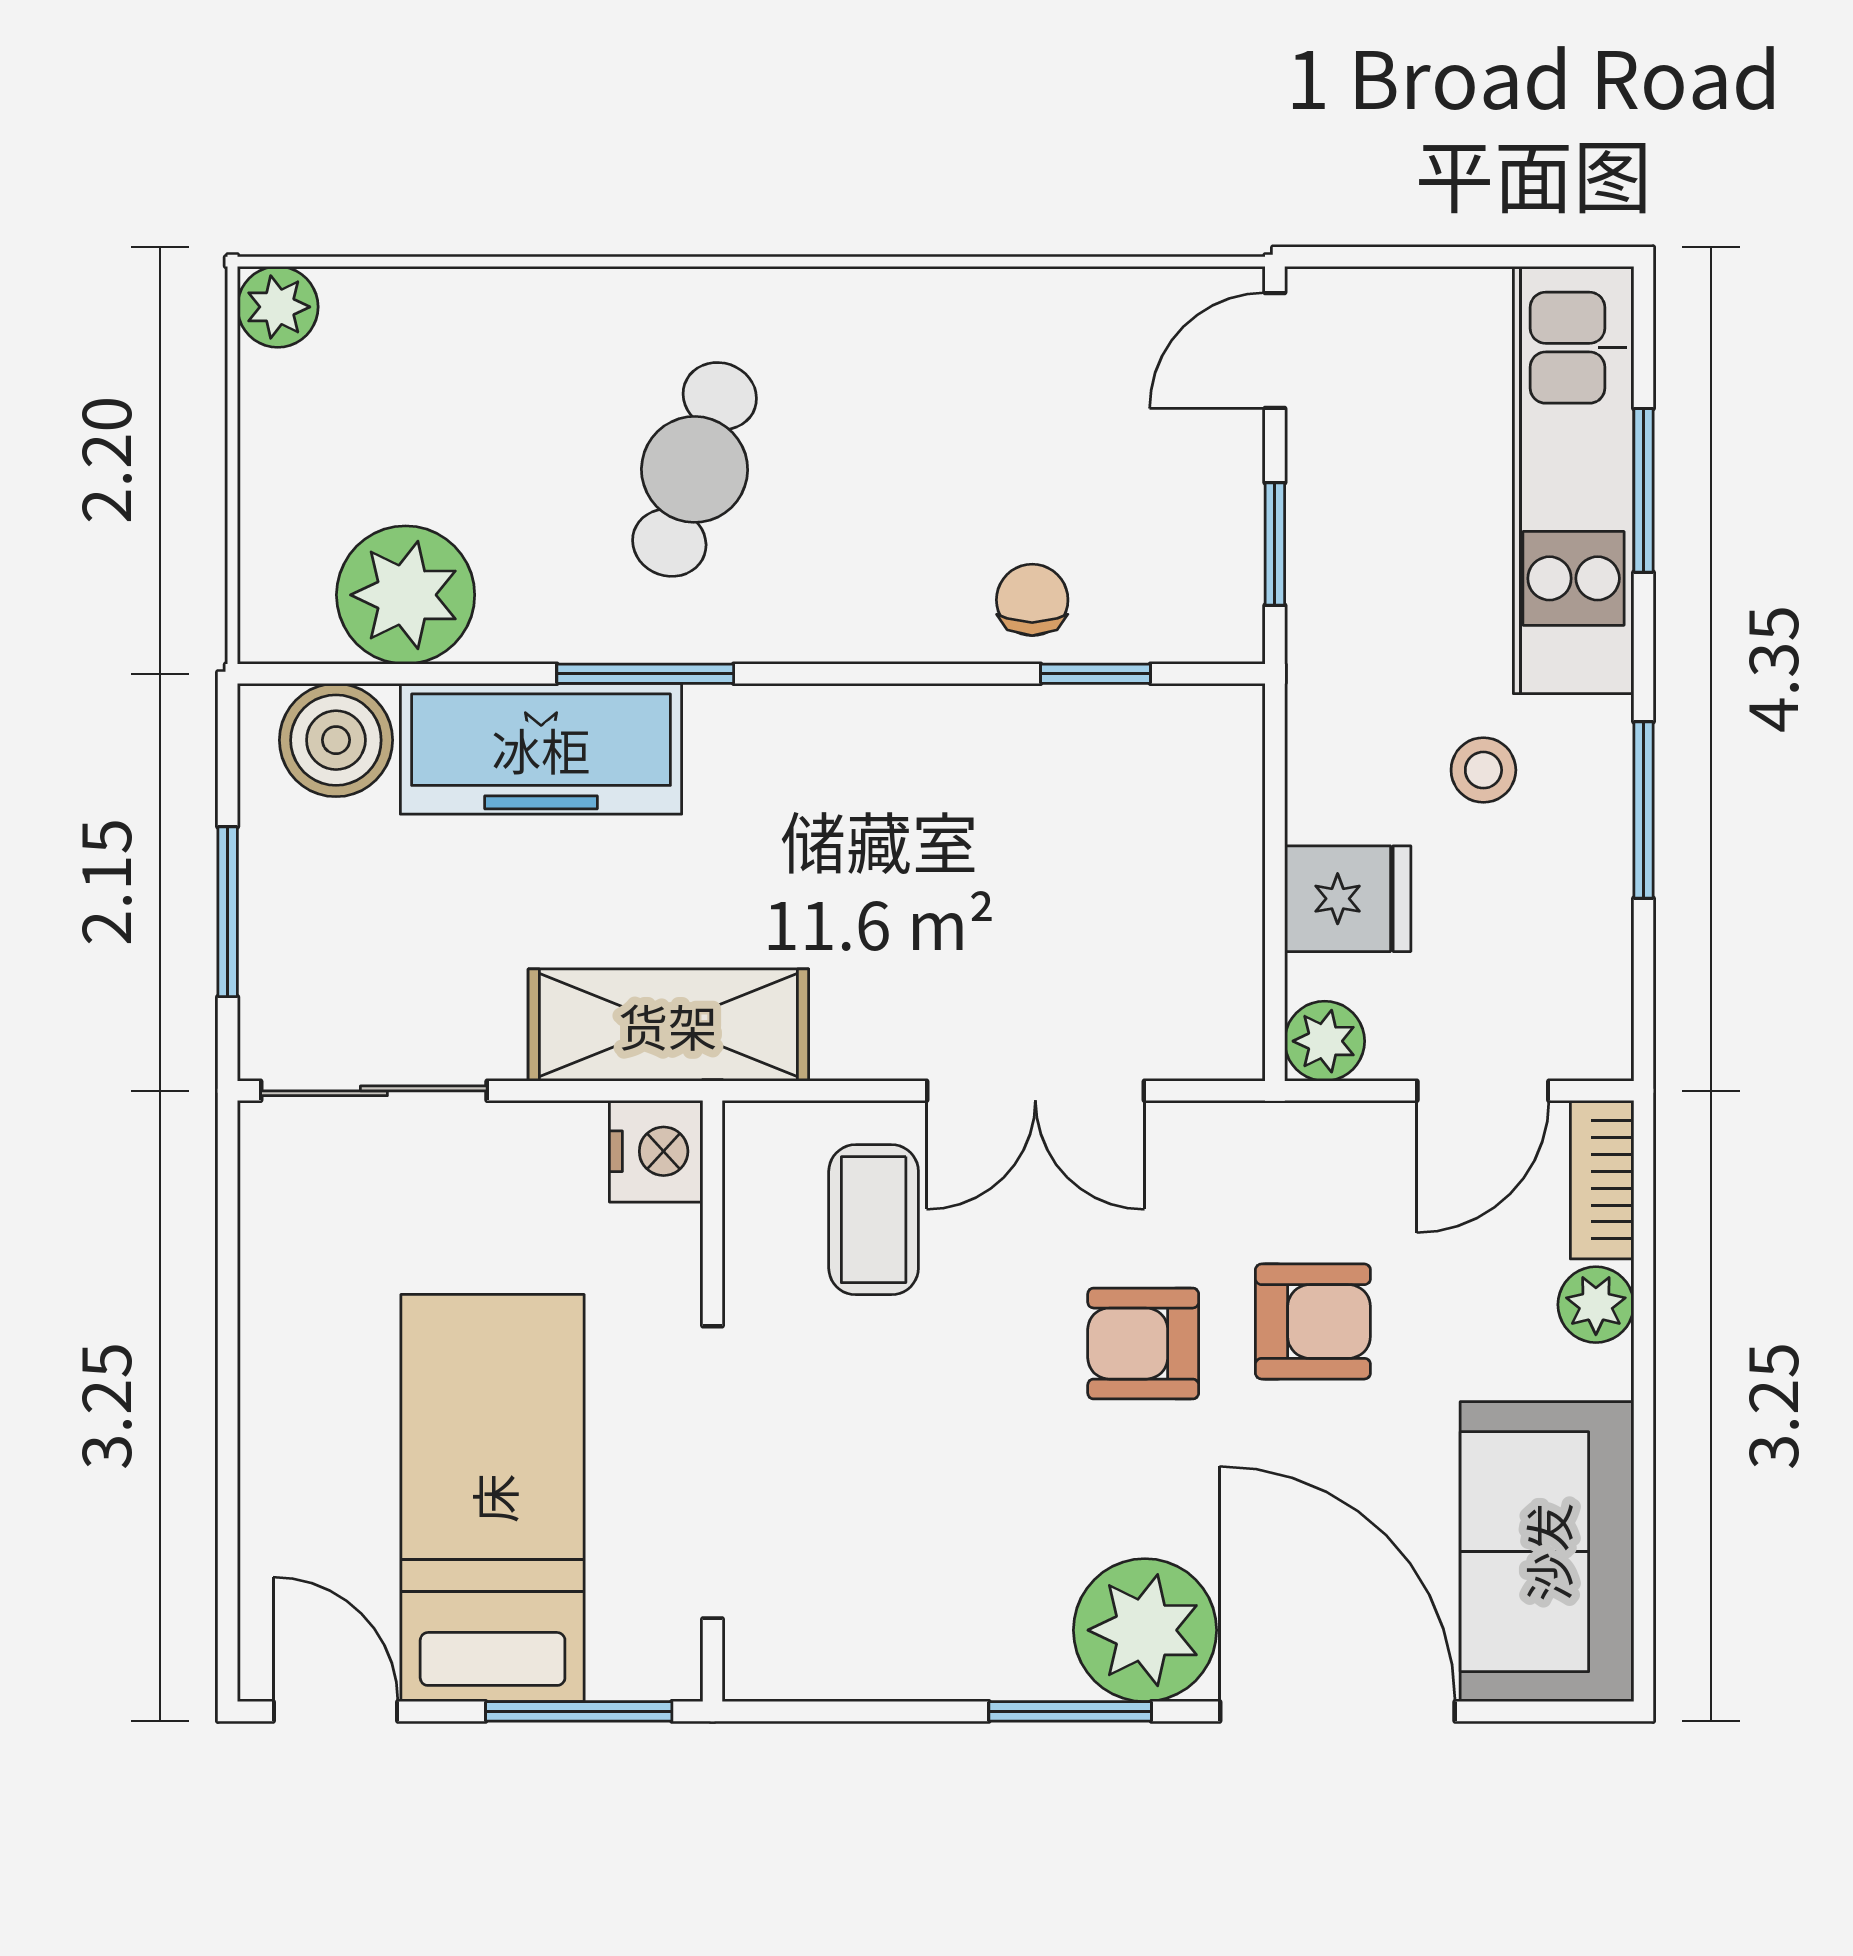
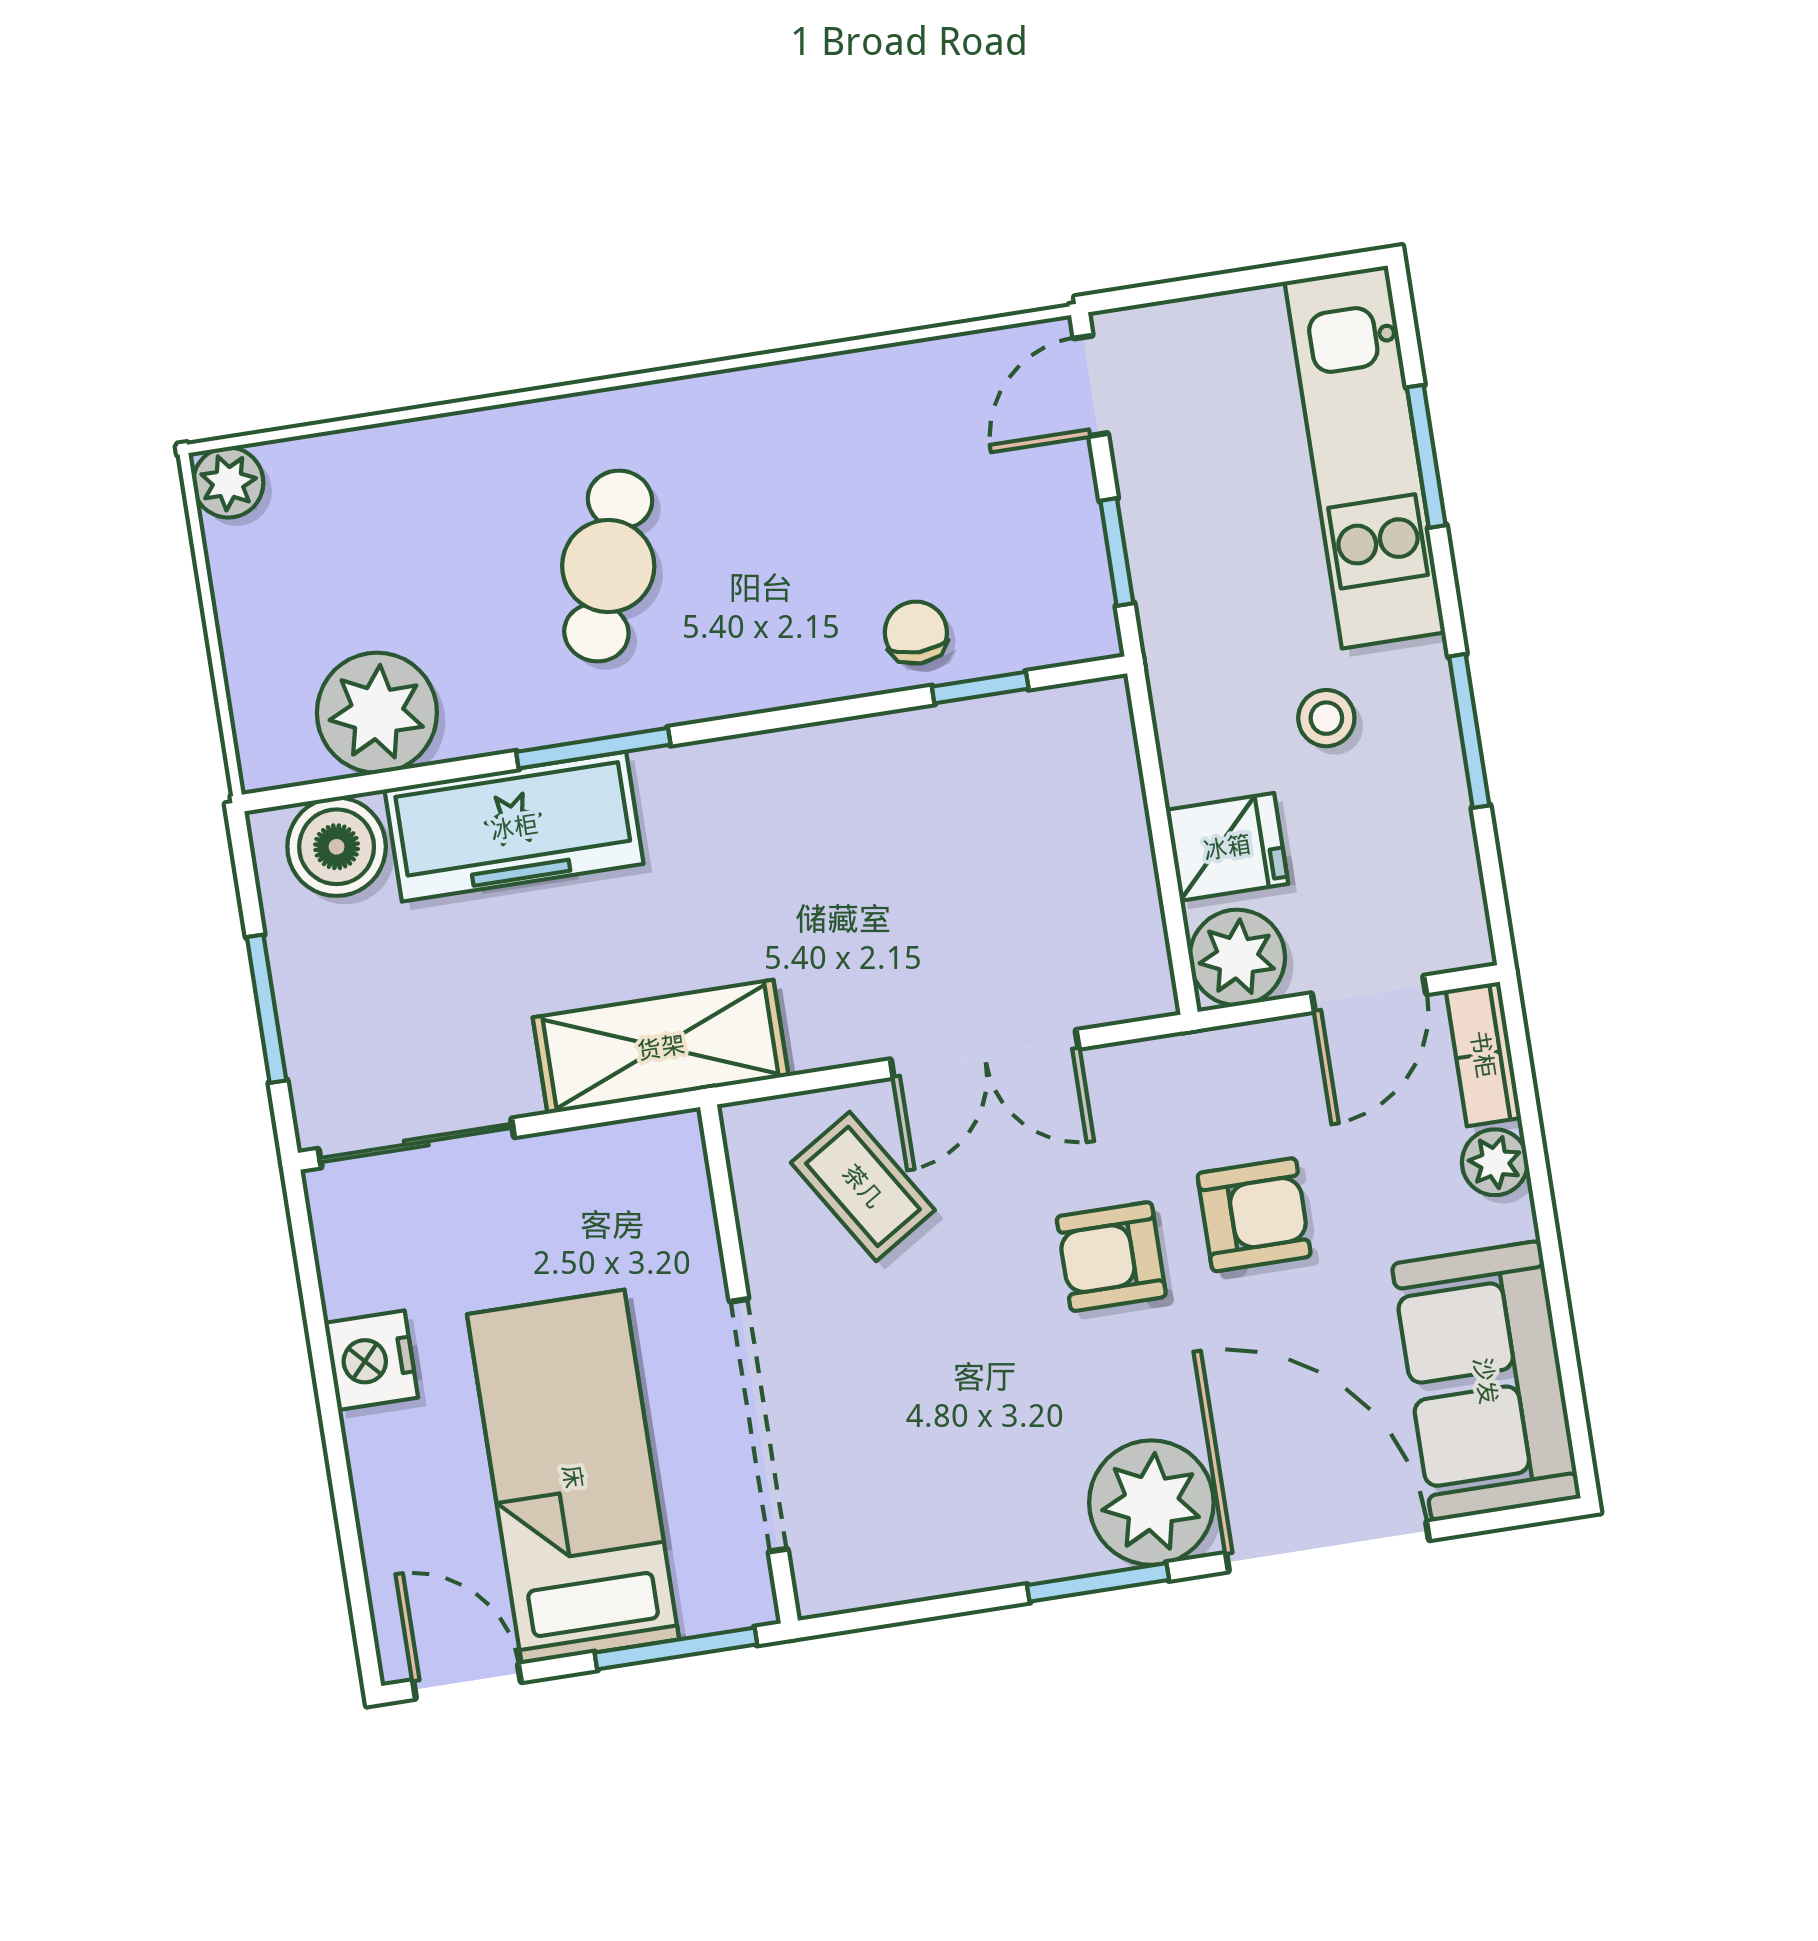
plant: (1325, 1041) -> (1237, 957), width x1.38, depth x1.38
nightstand: (656, 1151) -> (371, 1360), moved, turned 180
coffee table: (874, 1220) -> (863, 1186), turned -32

